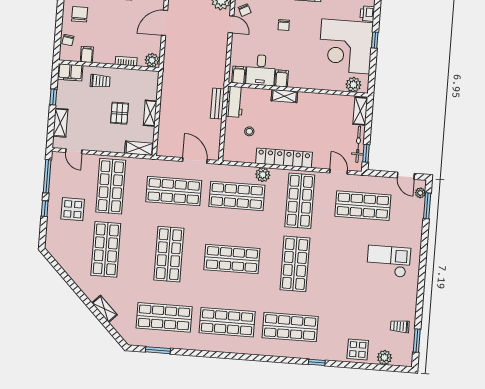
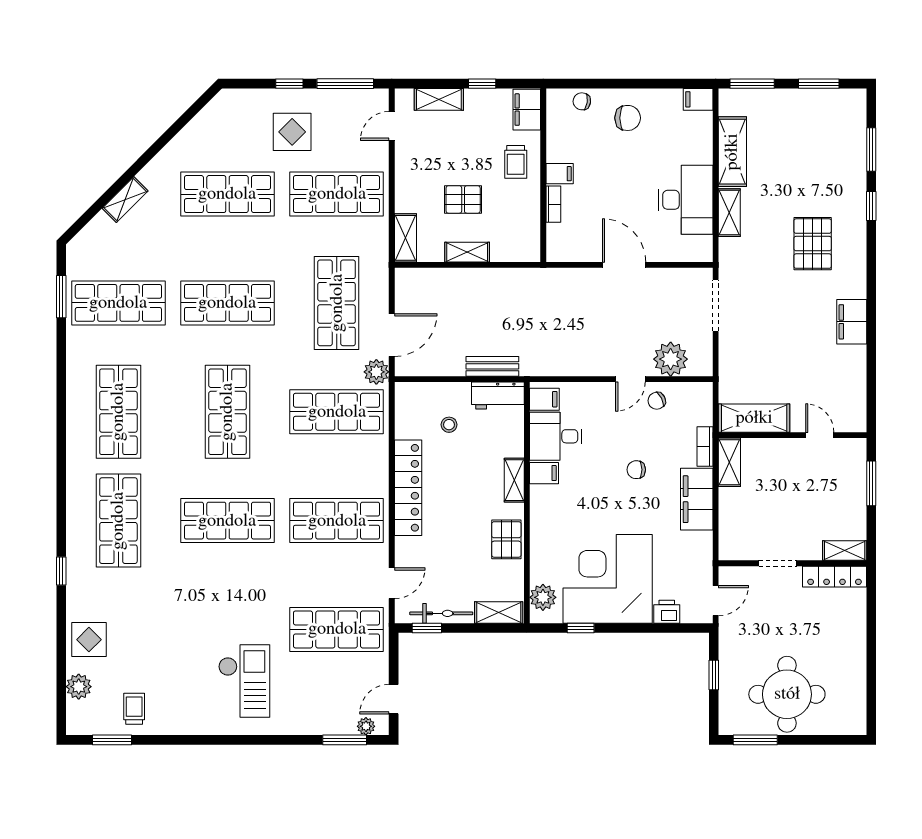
window: (375, 40) -> (581, 628), moved
filing cabinet: (87, 54) -> (560, 174), moved
plant: (152, 60) -> (558, 248), removed
pallet: (318, 103) -> (506, 539), added
plant: (263, 175) -> (376, 372), moved
shop shelf: (237, 196) -> (337, 412), turned 90
shop shelf: (363, 206) -> (337, 629), turned 90
shop shelf: (164, 317) -> (118, 303), turned 90

